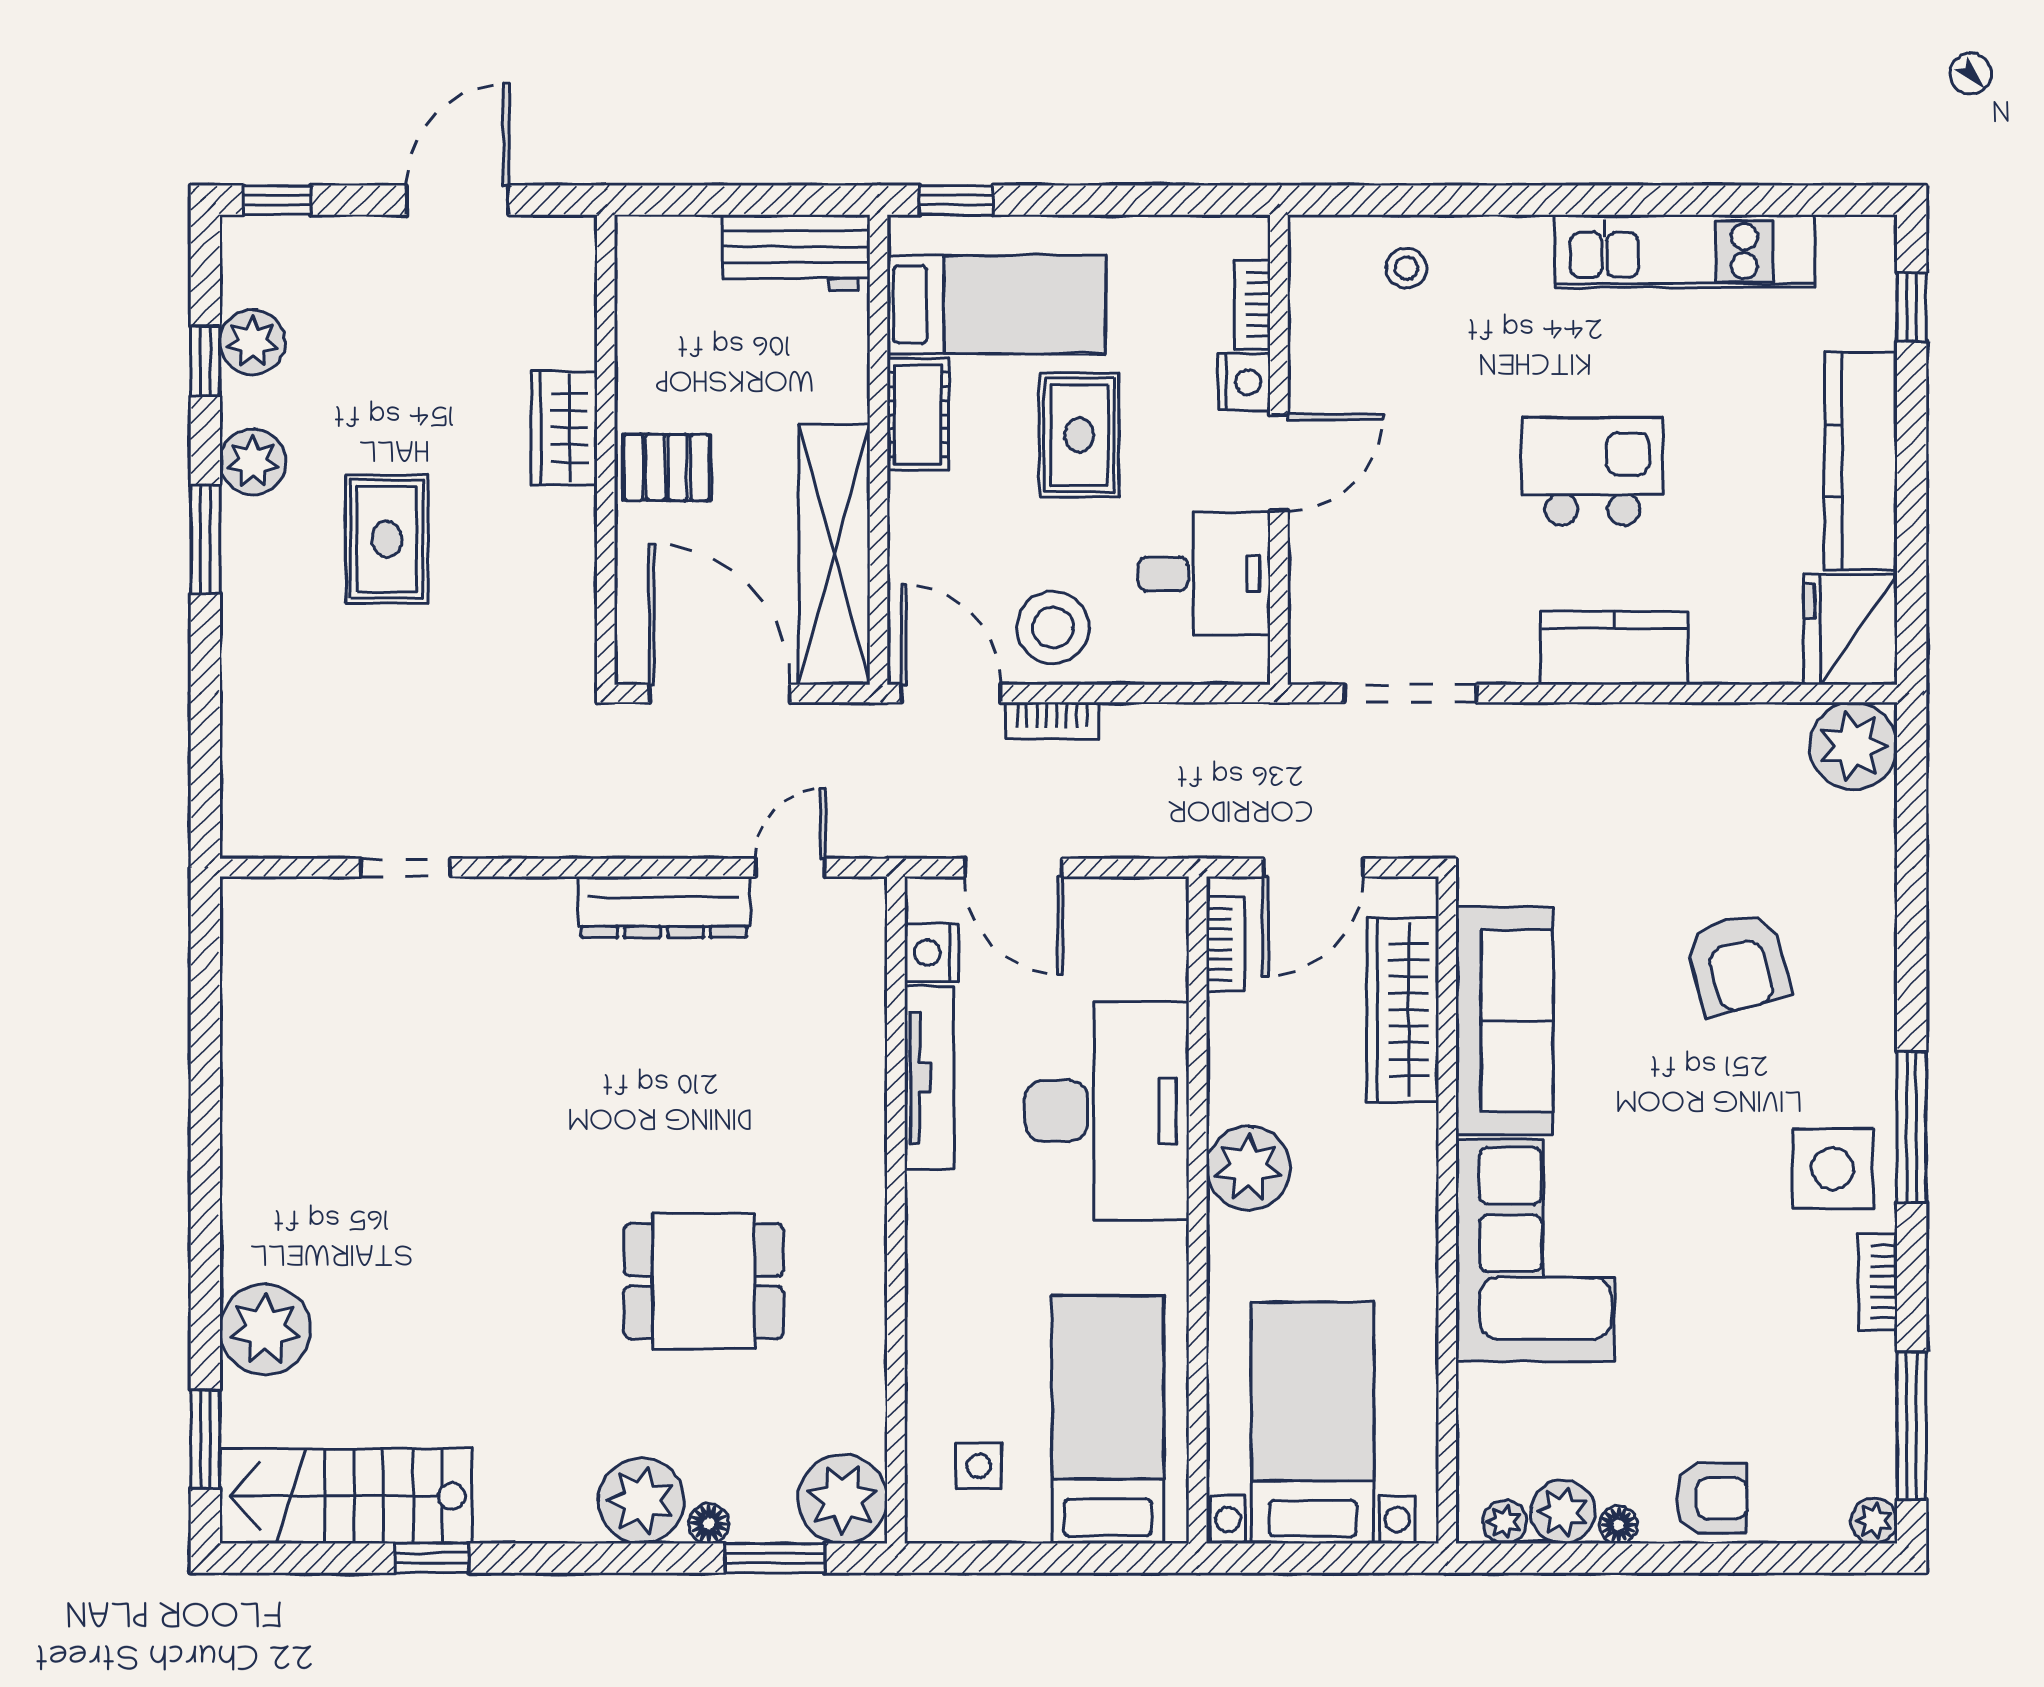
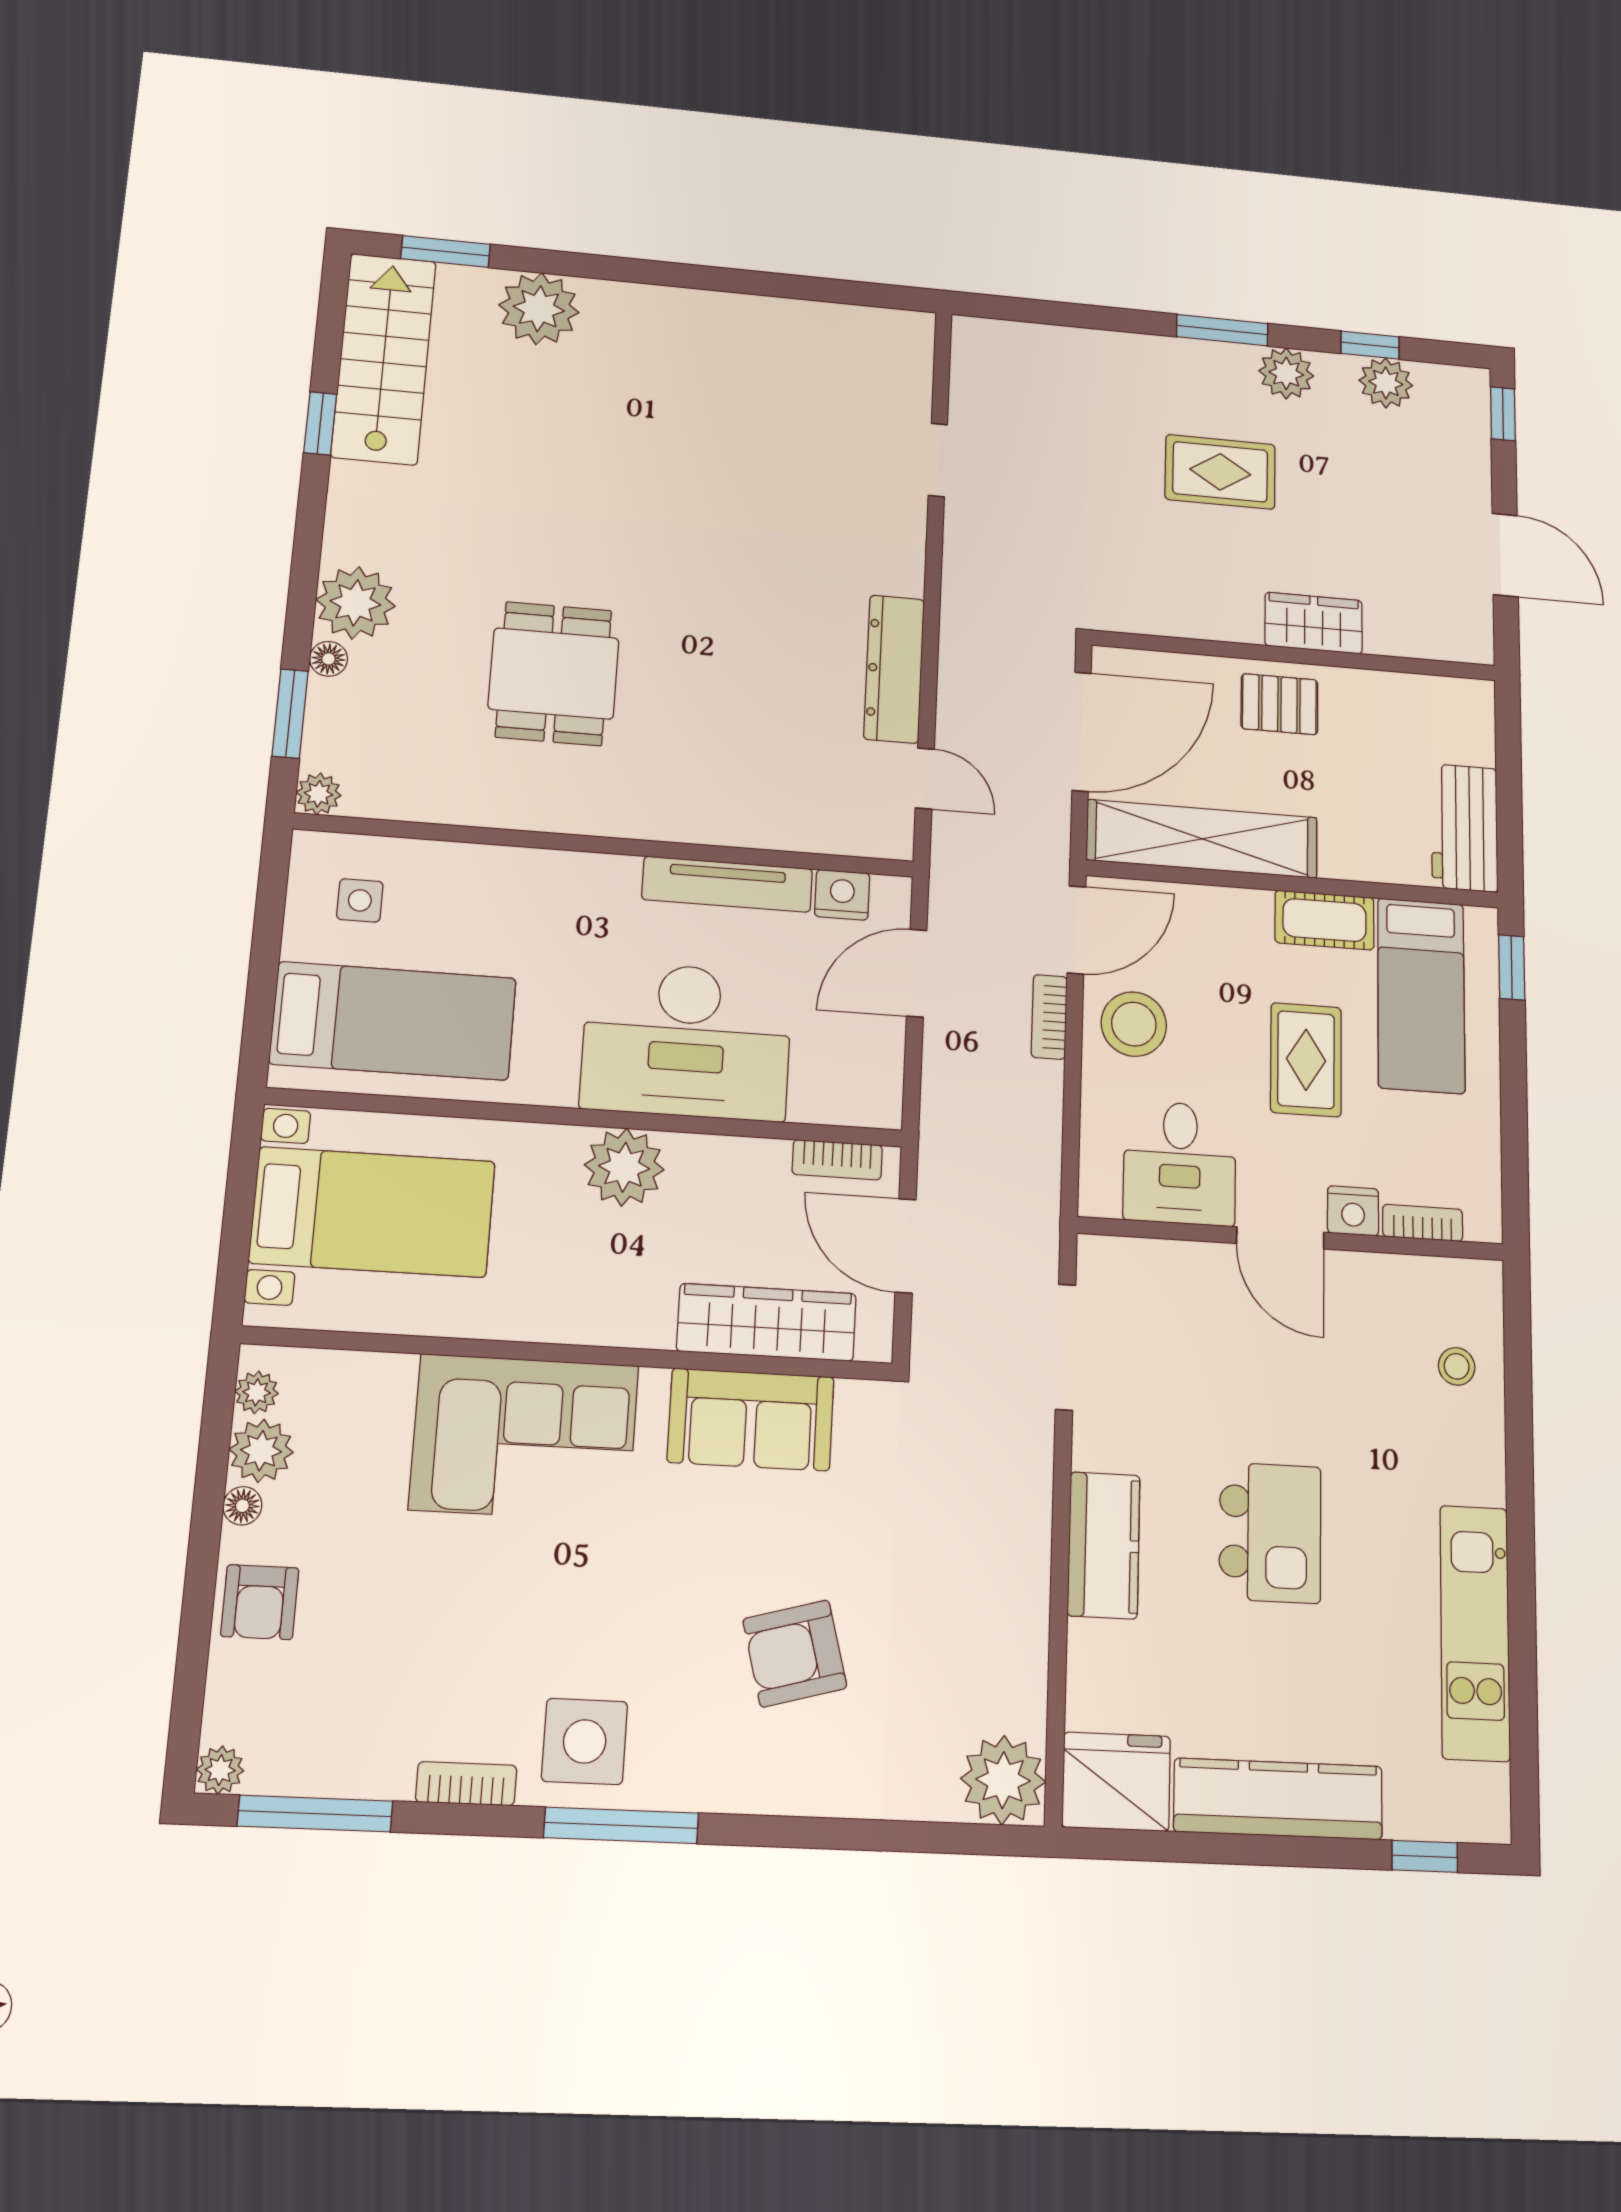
rug: (1079, 435) -> (1306, 1060), turned 90
pallet: (667, 467) -> (1279, 704), turned 90
sofa: (1504, 1021) -> (751, 1419), width x0.73
plant: (843, 1499) -> (319, 794), width x0.53, depth x0.53

